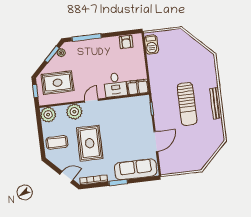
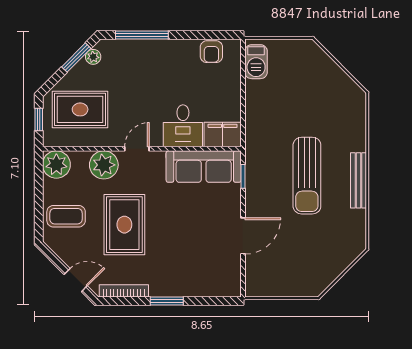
sofa: (136, 169) -> (204, 167), moved, turned 180

